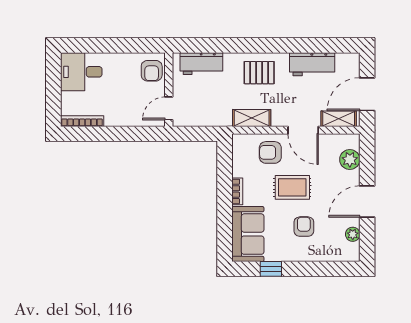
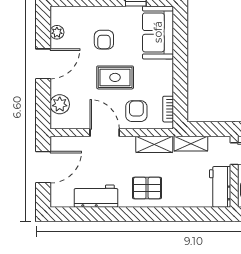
workbench: (201, 64) -> (220, 187), moved, turned -90
shelving: (339, 119) -> (191, 144), moved
armchair: (270, 152) -> (136, 111), turned -90
bookcase: (237, 191) -> (168, 109), moved

